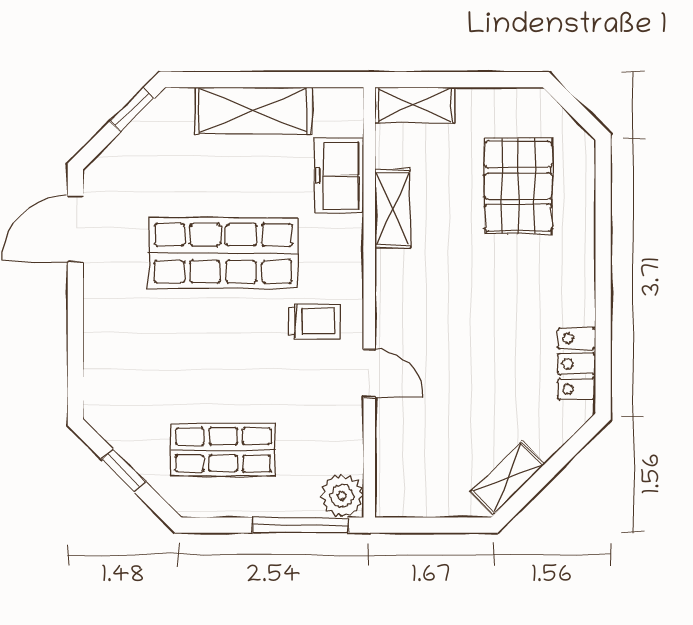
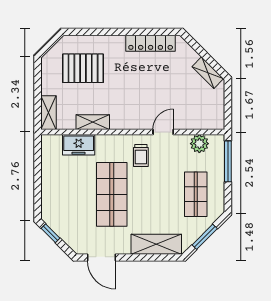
shelving: (253, 110) -> (156, 244), moved, turned 90
trolley: (314, 321) -> (141, 155), turned 180
locker: (577, 364) -> (151, 43), width x1.53
window: (124, 471) -> (205, 237), width x1.50
plant: (342, 496) -> (199, 144), moved

